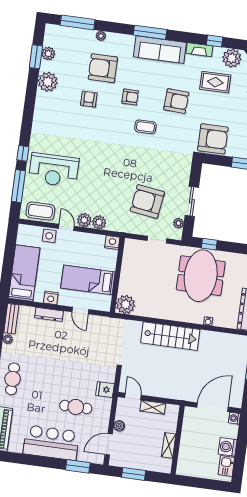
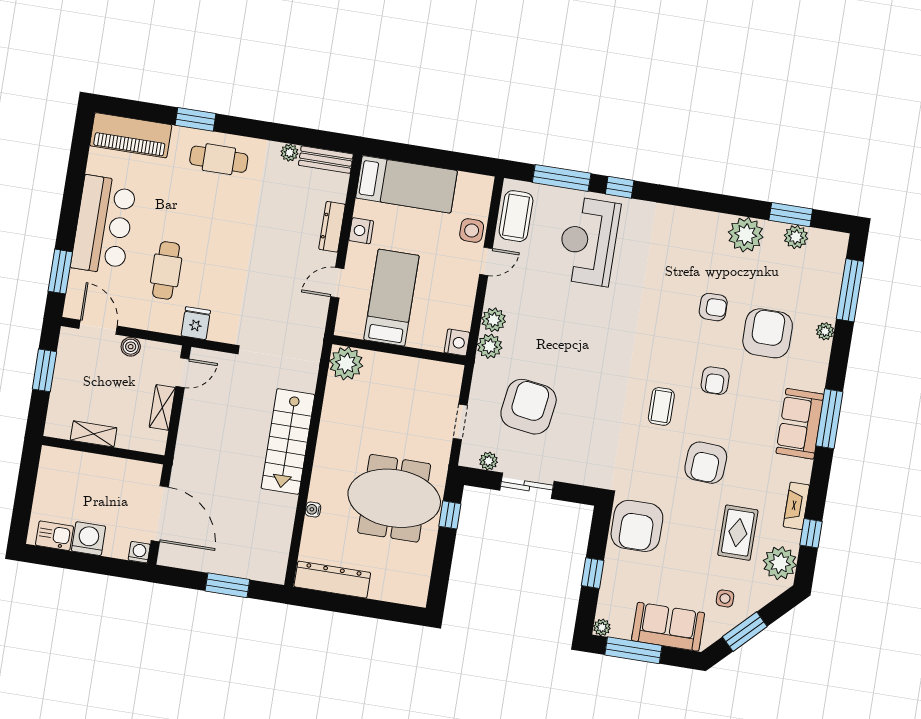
sofa: (160, 50) -> (800, 424), width x0.73
plant: (84, 220) -> (490, 346), moved

